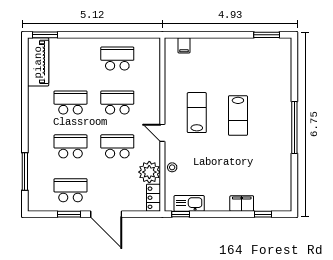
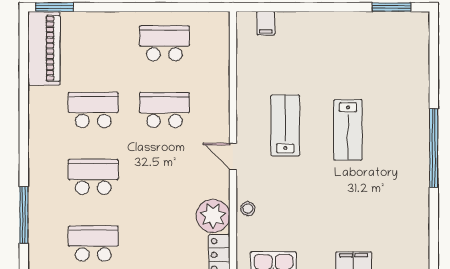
school desk: (117, 146) -> (164, 177), removed

